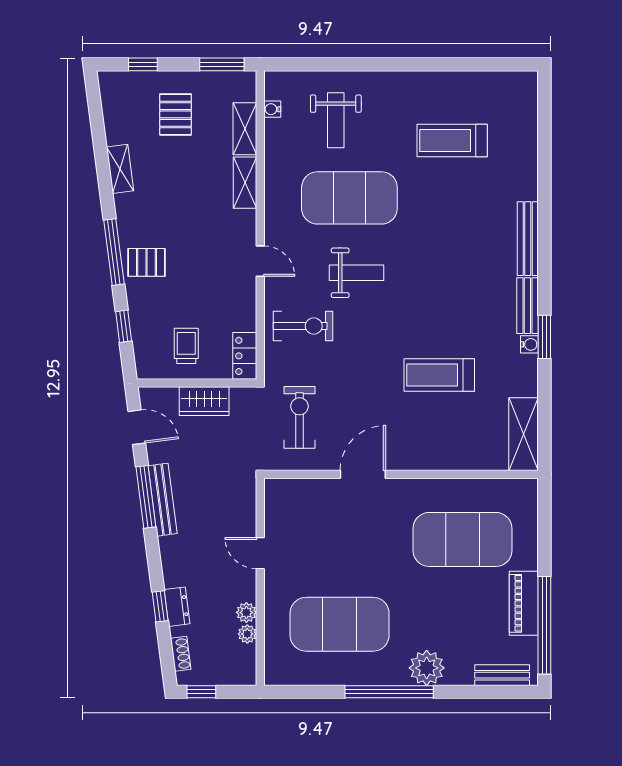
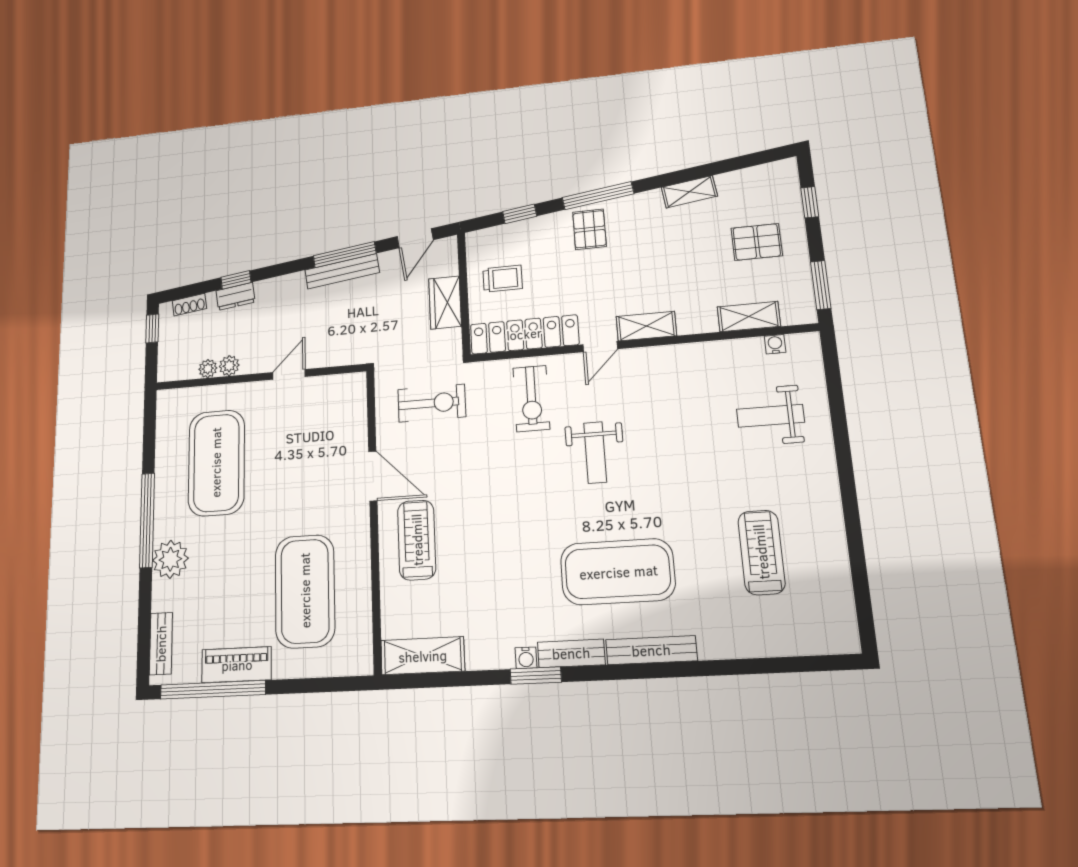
shelving: (245, 183) -> (646, 326), moved
exercise mat: (349, 198) -> (618, 572), moved, turned 90
locker: (245, 356) -> (524, 334), width x2.16, depth x1.21
treadmill: (439, 375) -> (417, 540), moved

